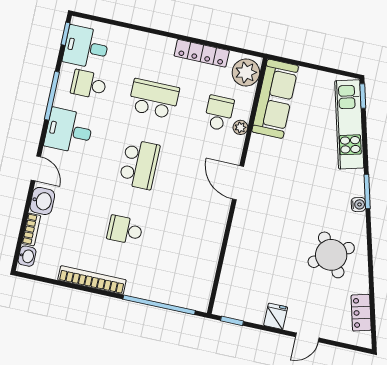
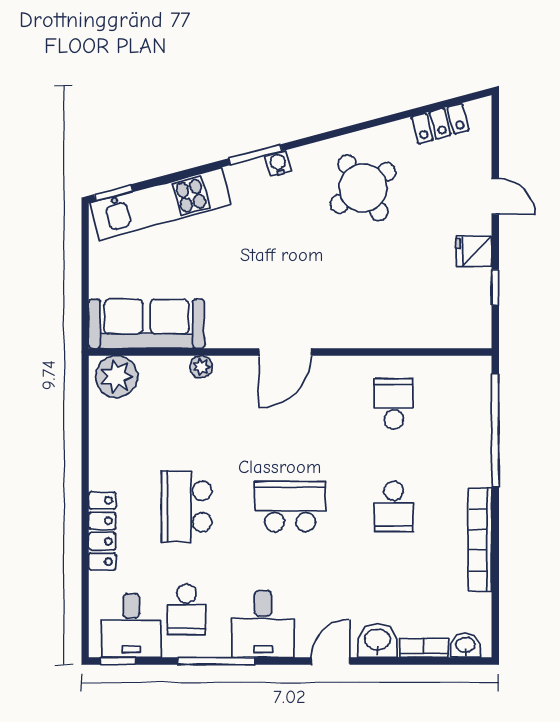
locker: (202, 53) -> (102, 531), moved
school desk: (219, 113) -> (394, 404), moved, turned 90
window: (232, 321) -> (495, 288), moved

